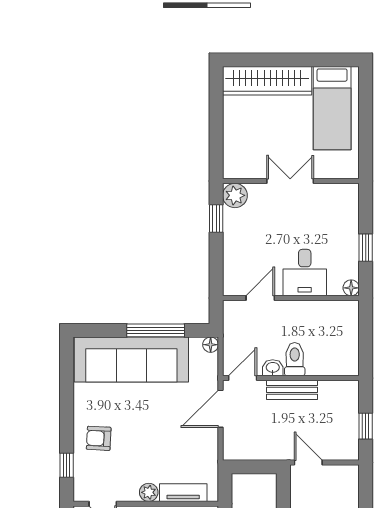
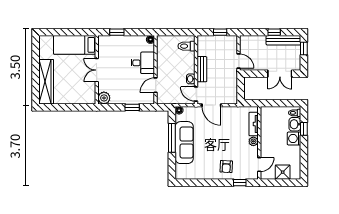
bed: (332, 108) -> (75, 45), moved, turned 180
window: (216, 219) -> (132, 107), moved
window: (366, 248) -> (117, 32), moved
door: (260, 298) -> (156, 85), hinge flipped
toilet: (295, 359) -> (186, 46), moved
sofa: (131, 360) -> (184, 143), width x0.74, depth x0.79
door: (308, 463) -> (238, 61), swing flipped

